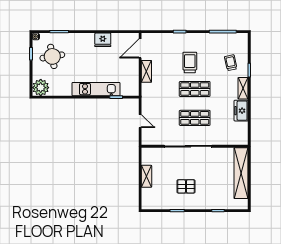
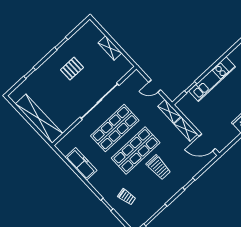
door: (140, 48) -> (207, 142), swing flipped
shelving: (243, 88) -> (169, 111), moved
shop shelf: (195, 89) -> (136, 150), width x1.43, depth x1.36
freezer: (241, 111) -> (81, 164), width x1.40
shop shelf: (195, 118) -> (115, 128), width x1.43, depth x1.36

